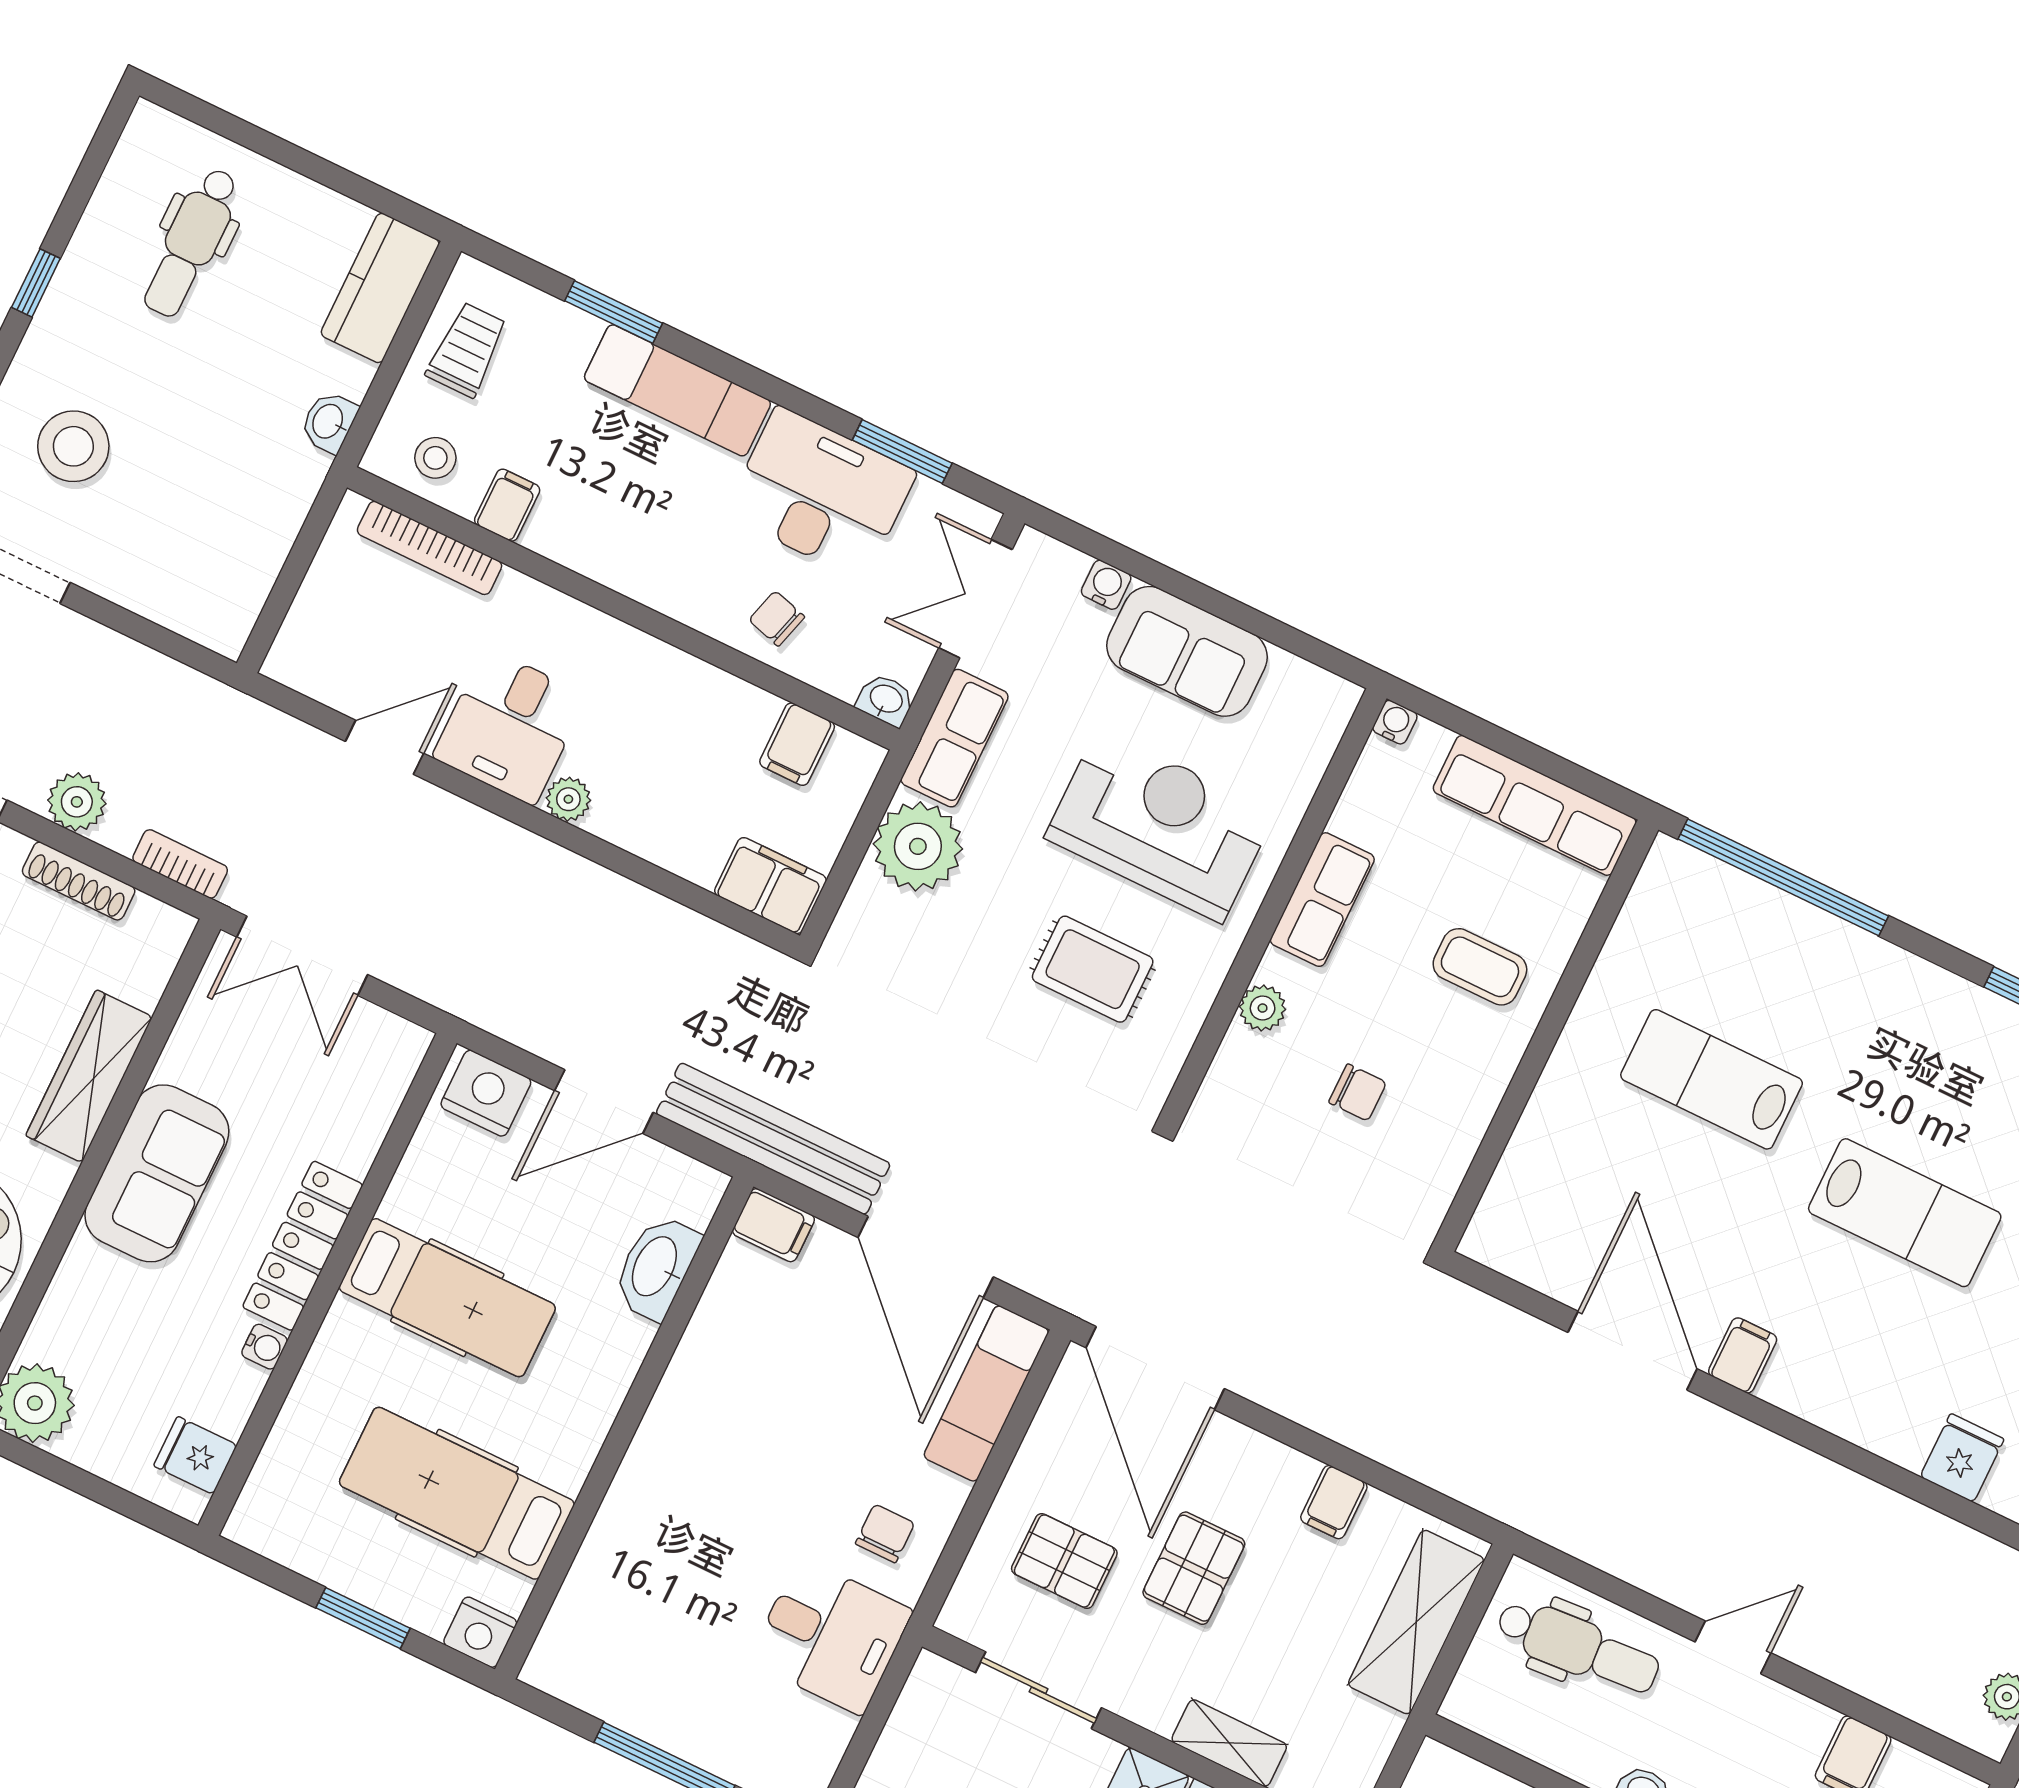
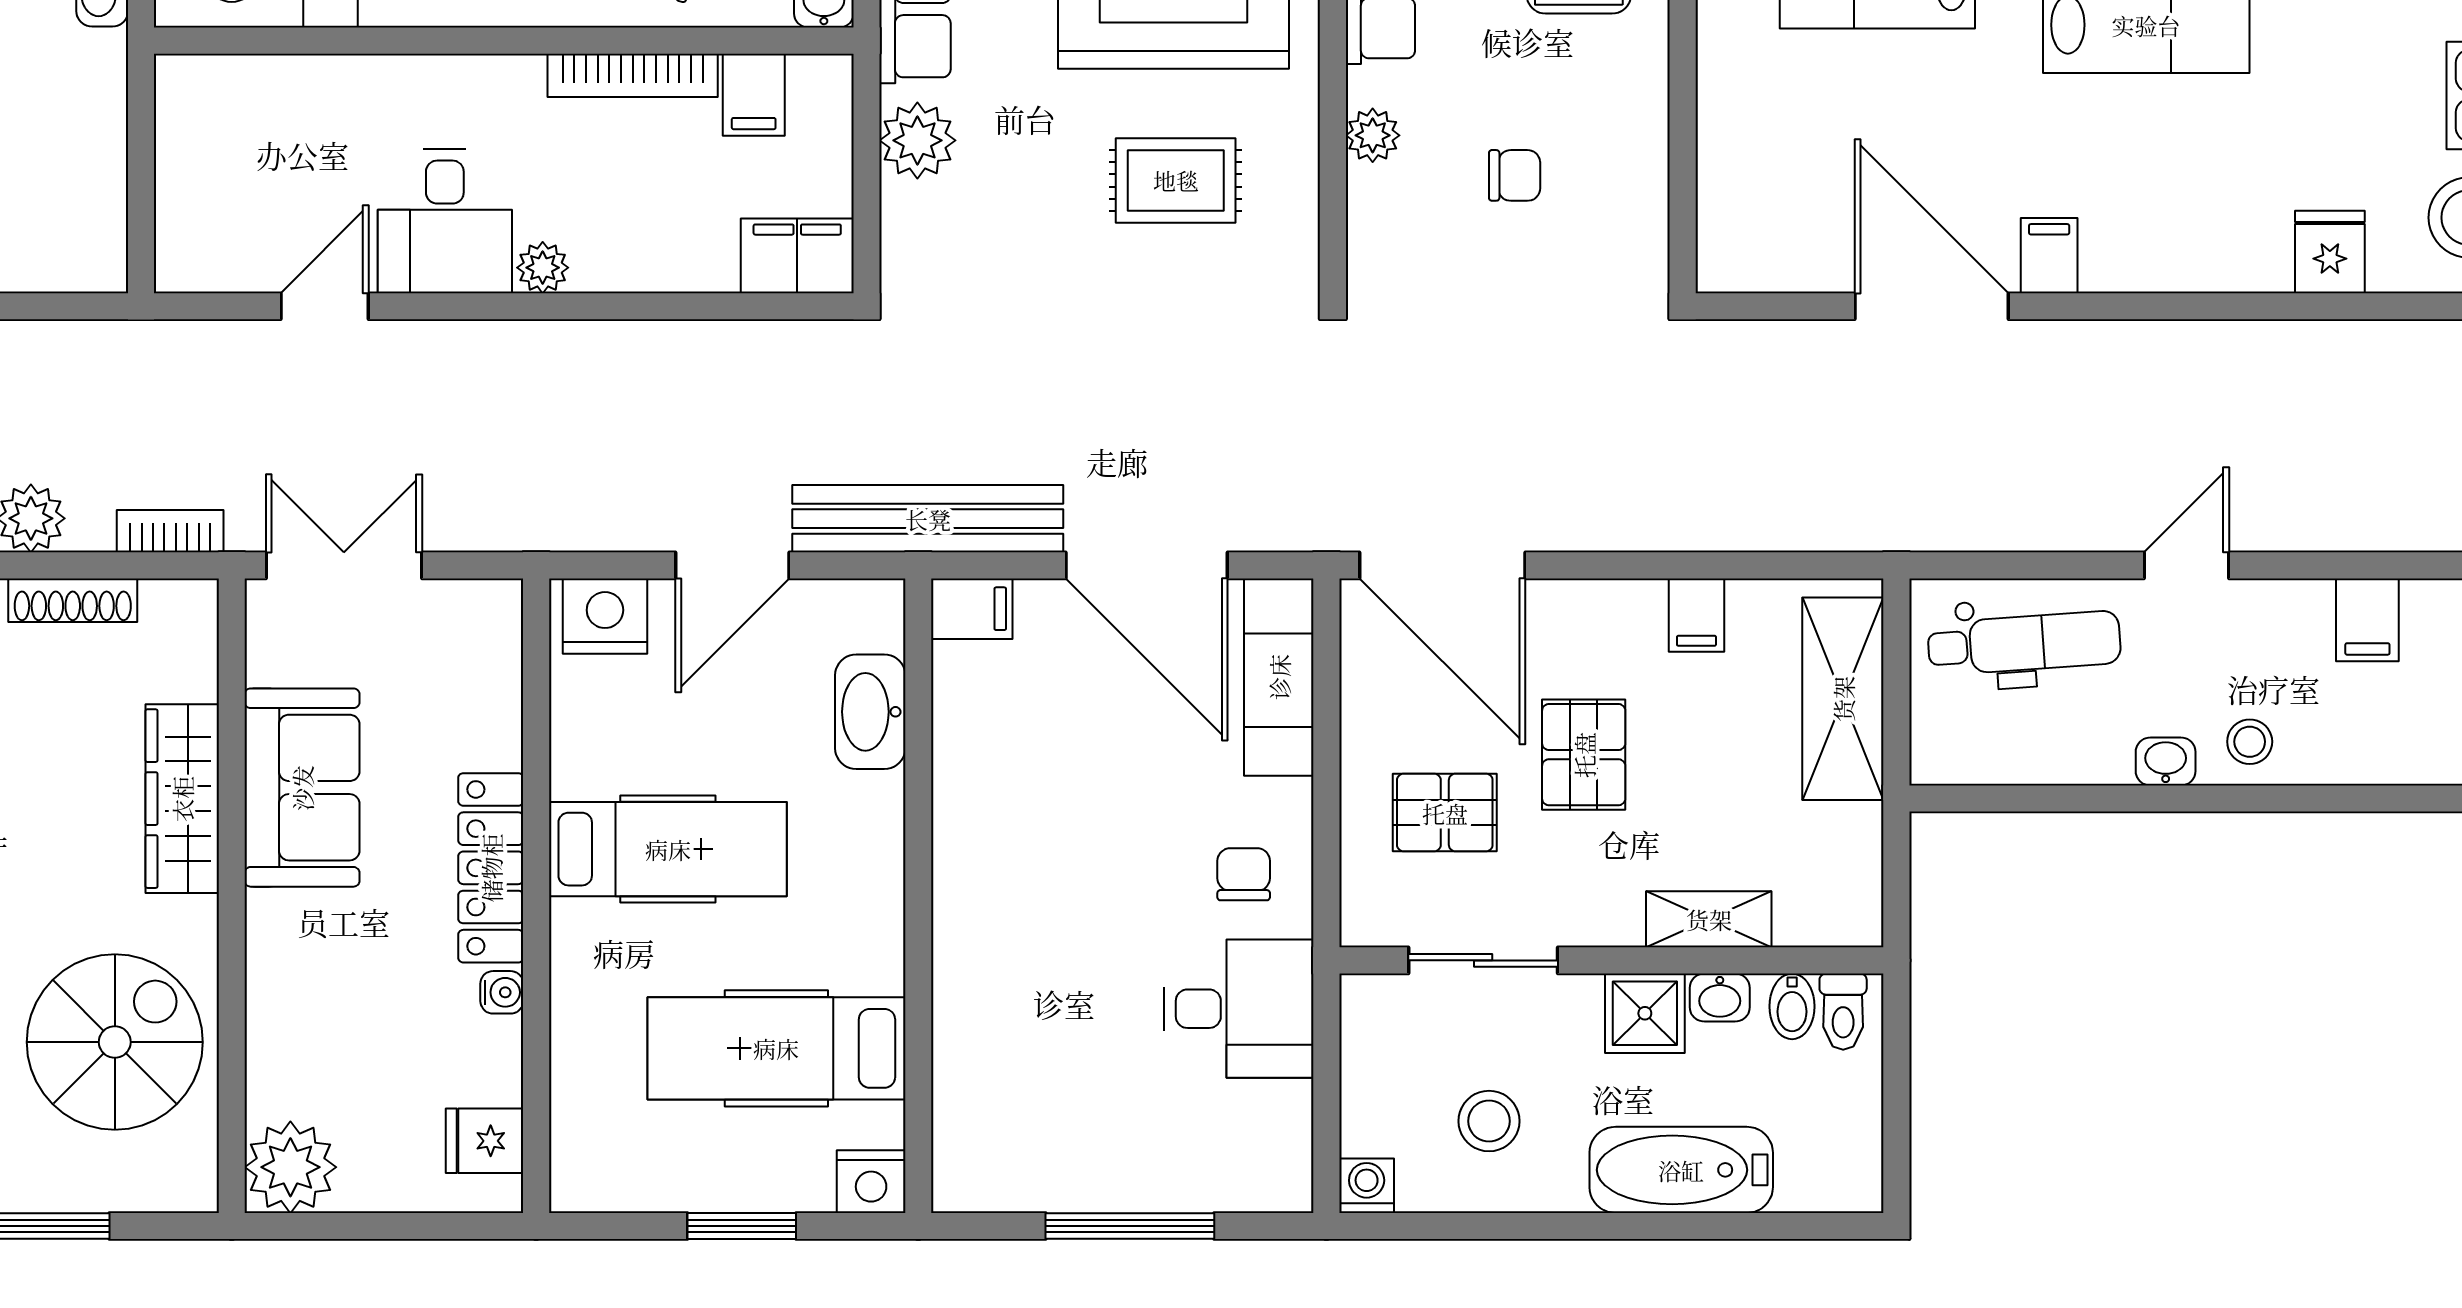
bookcase: (430, 548) -> (633, 75), moved
plant: (918, 846) -> (917, 140), width x0.73, depth x0.73
double door: (302, 956) -> (344, 565), swing flipped
sofa: (157, 1173) -> (302, 788), moved

